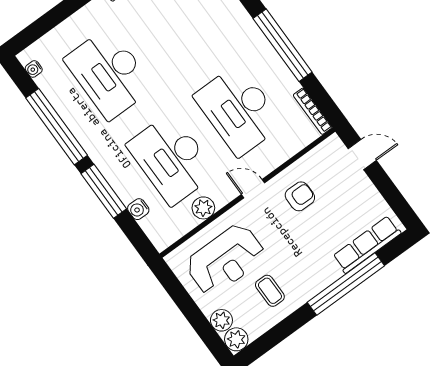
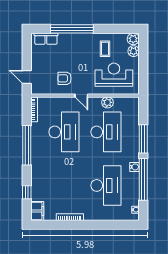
water cooler: (138, 209) -> (134, 167), moved
row of seats: (367, 245) -> (46, 39), width x0.68

